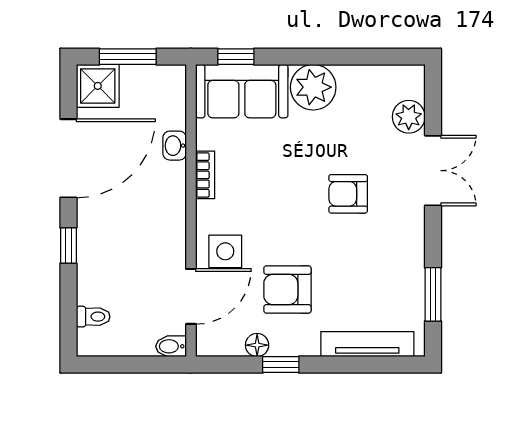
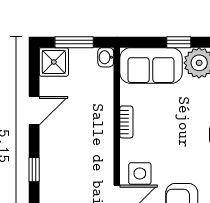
window: (236, 57) -> (179, 42), moved
washbasin: (175, 146) -> (106, 57), moved
door: (68, 158) -> (34, 111), width x0.53

